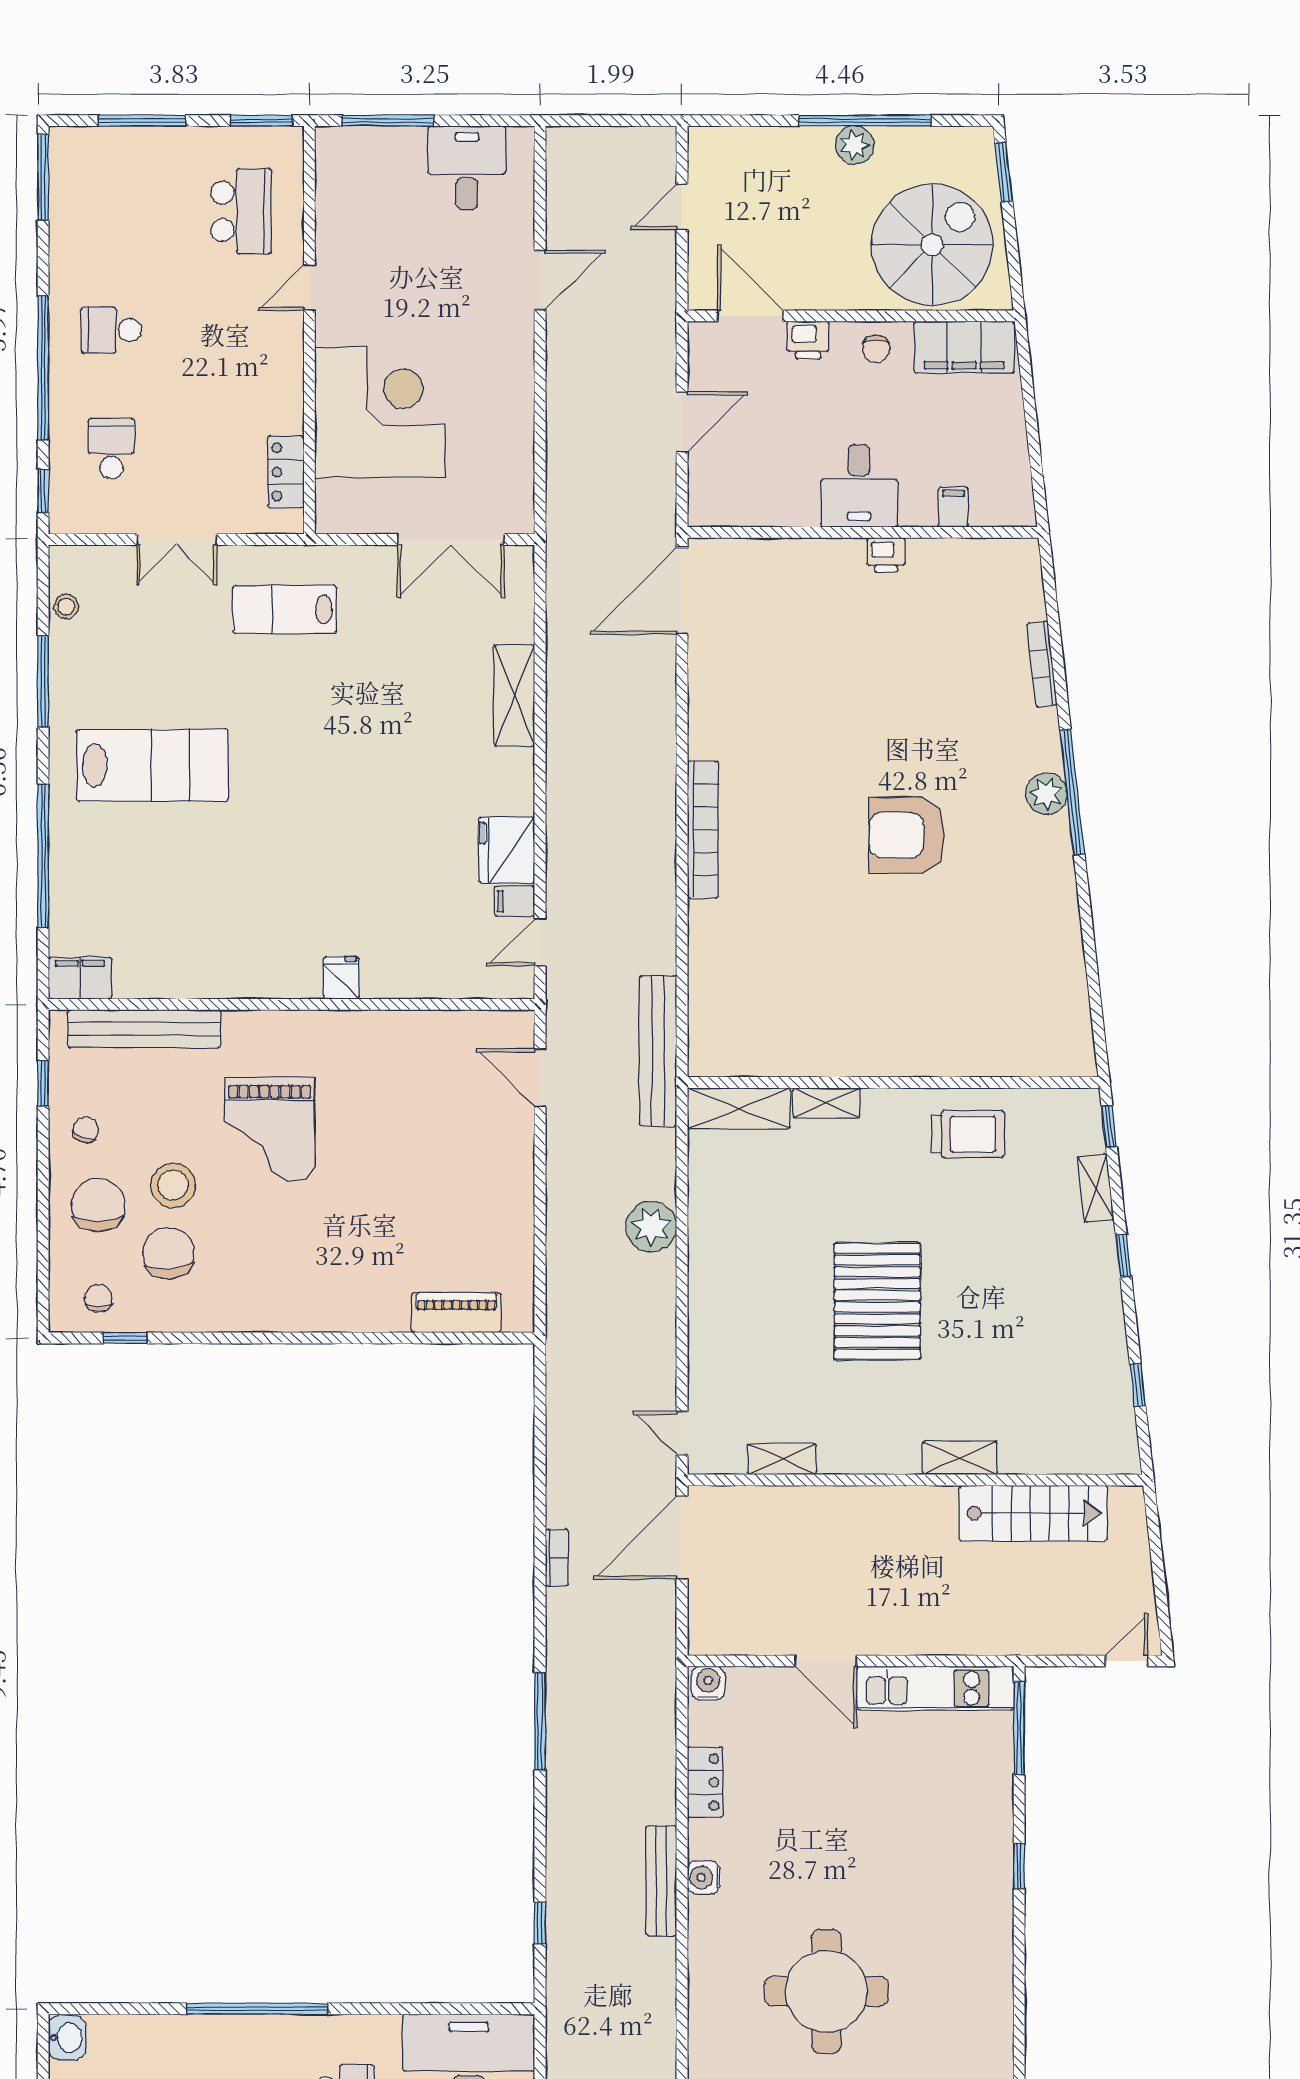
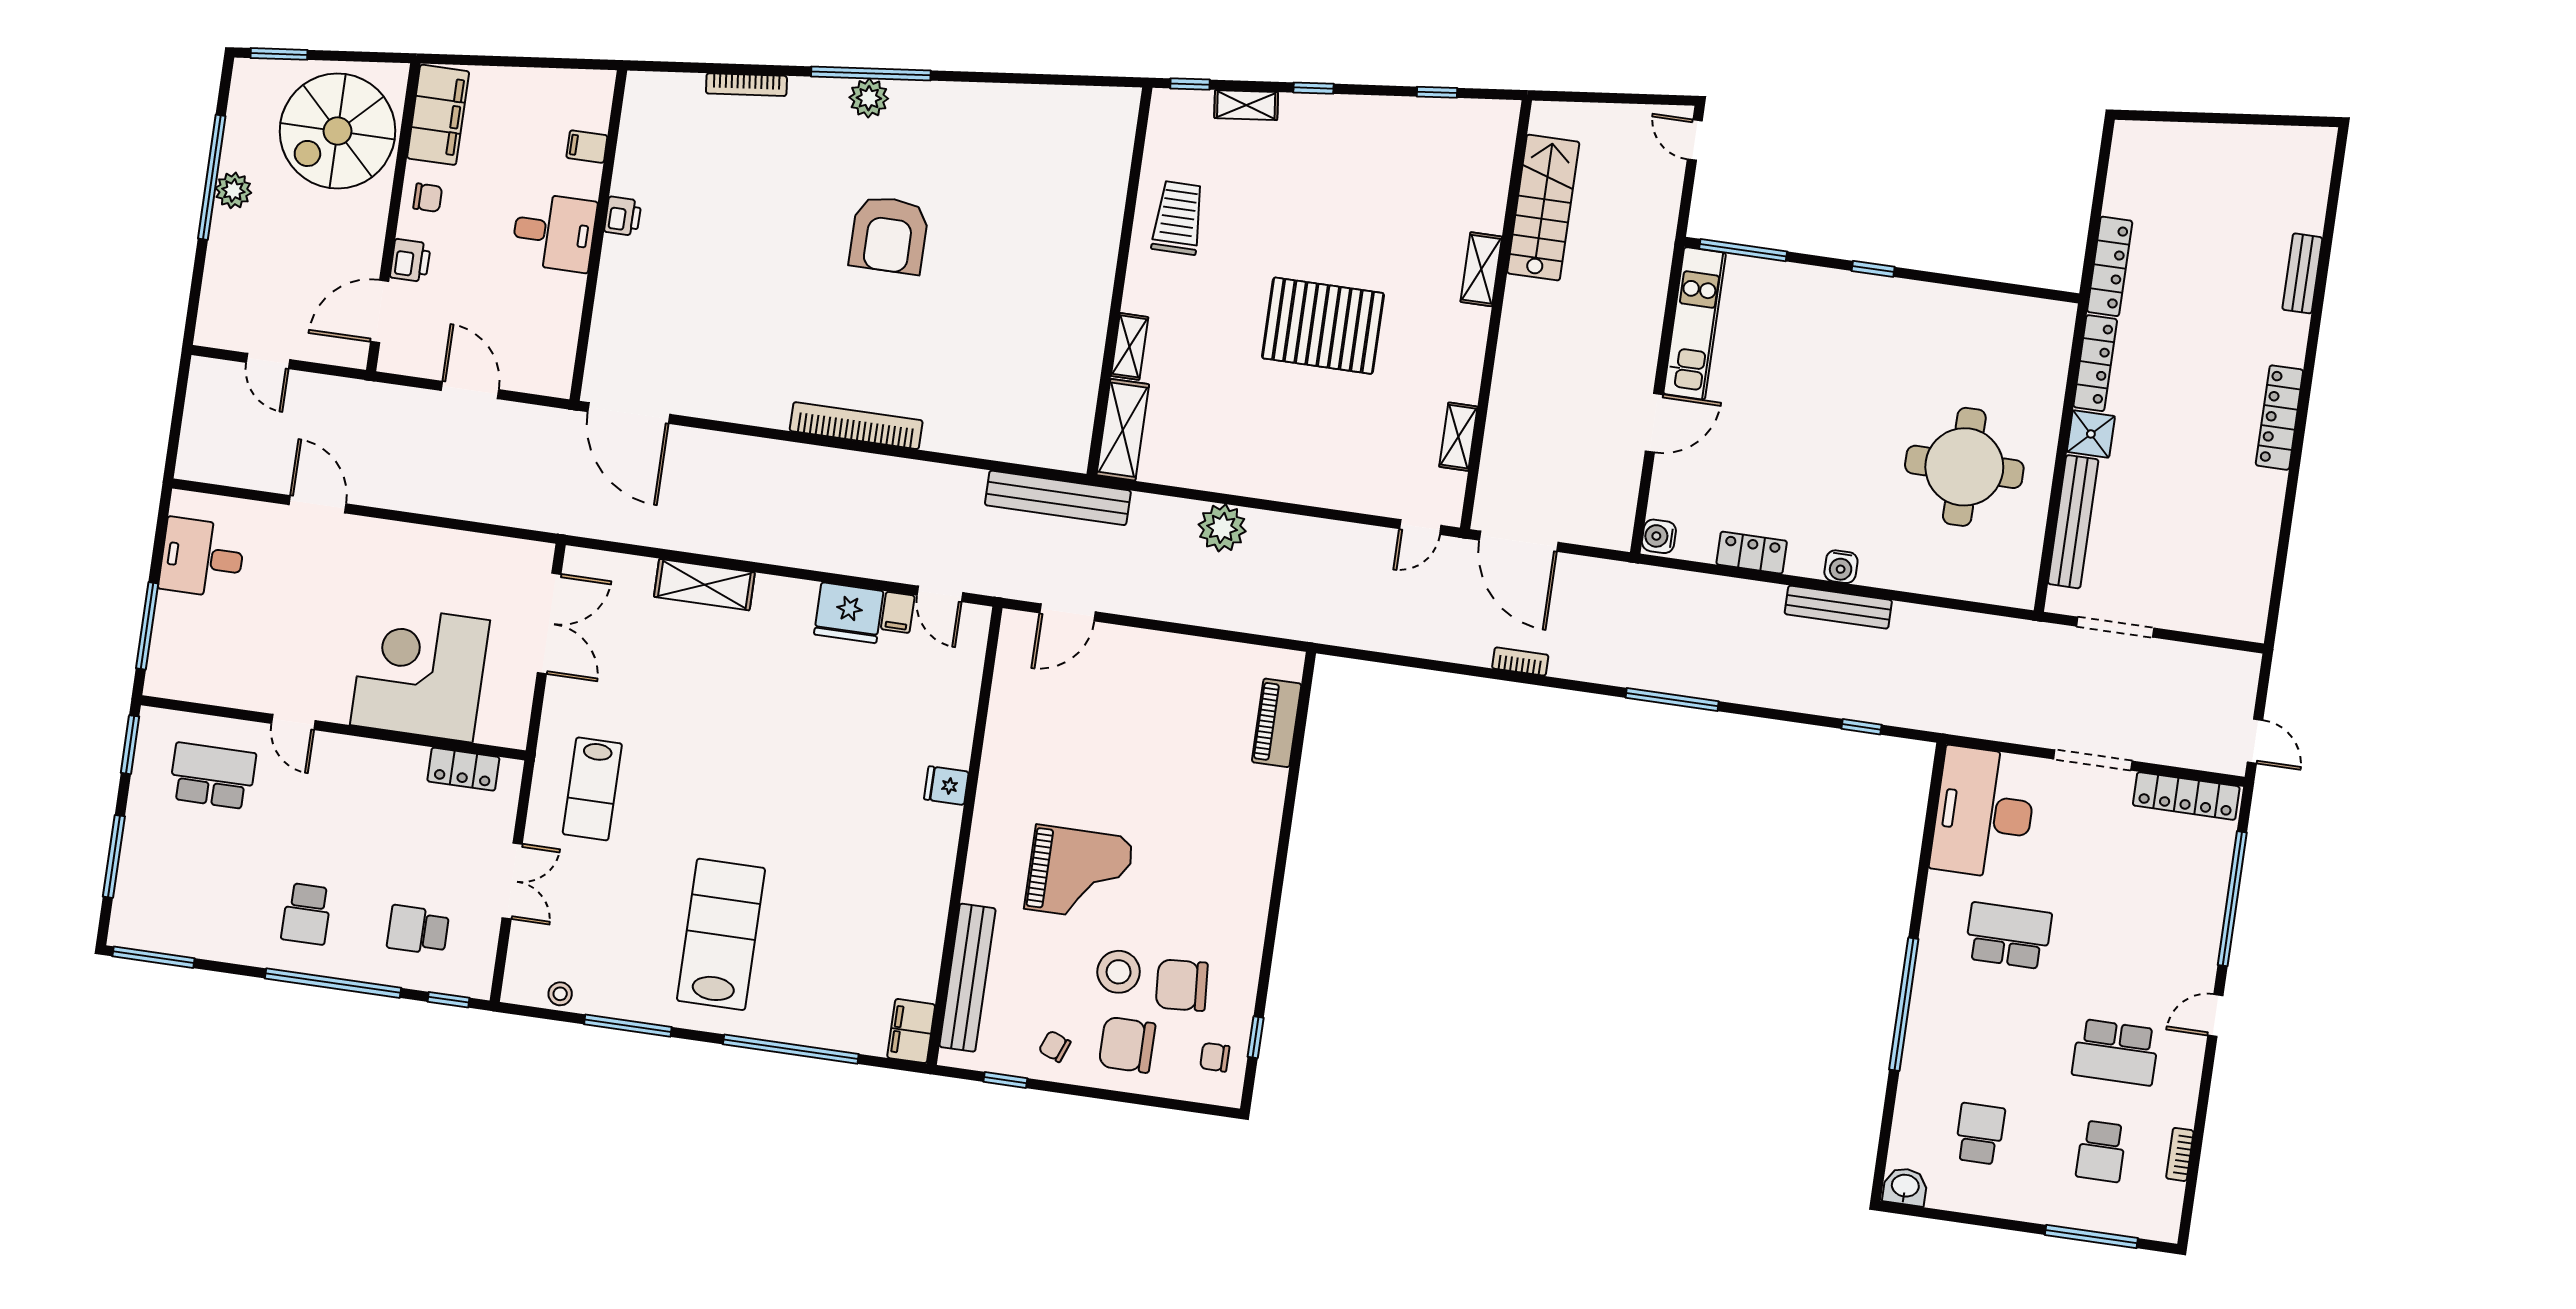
spiral stairs: (932, 245) -> (337, 131), turned -90

